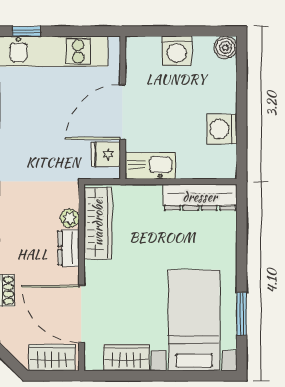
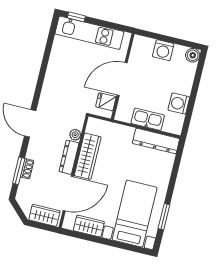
kitchen sink: (150, 166) -> (148, 119), moved
wardrobe: (98, 223) -> (88, 156), moved
dresser: (69, 248) -> (69, 157), width x1.44
door: (81, 314) -> (68, 194), swing flipped

